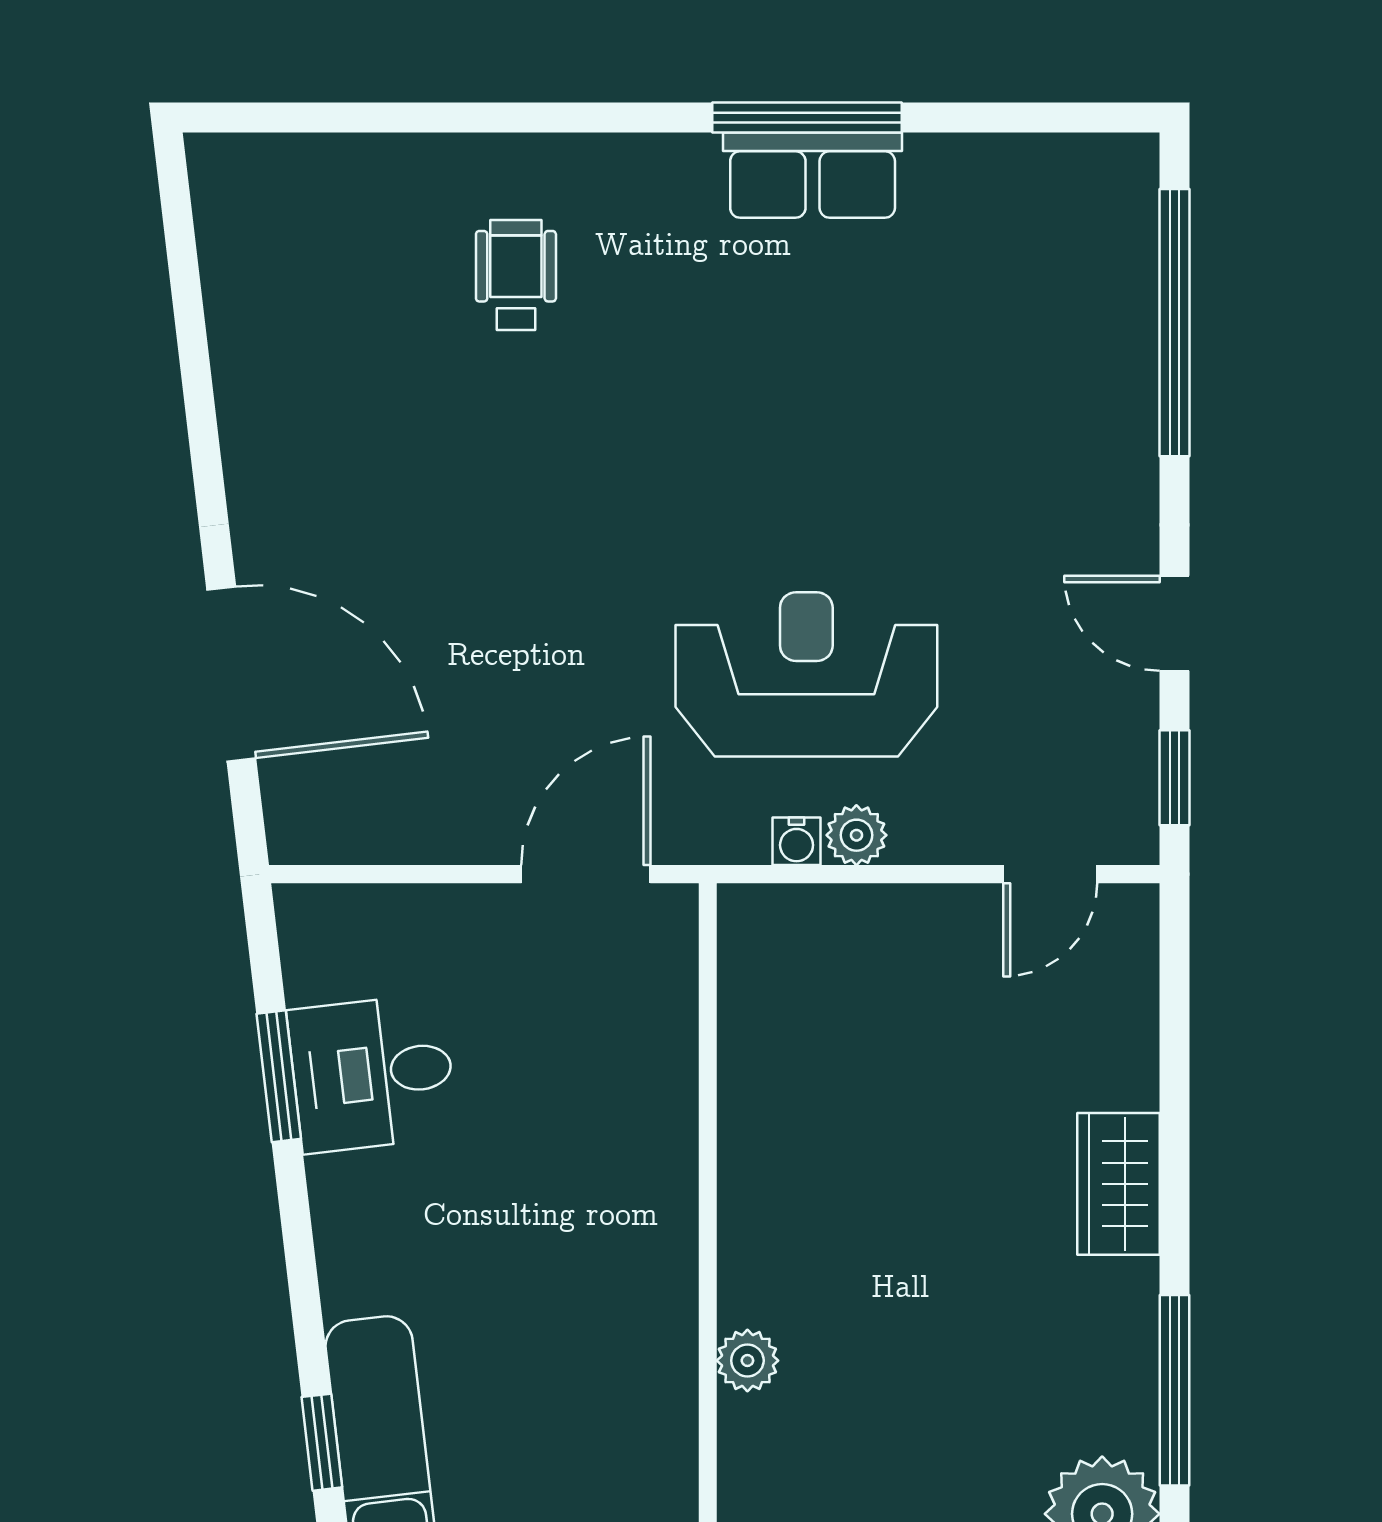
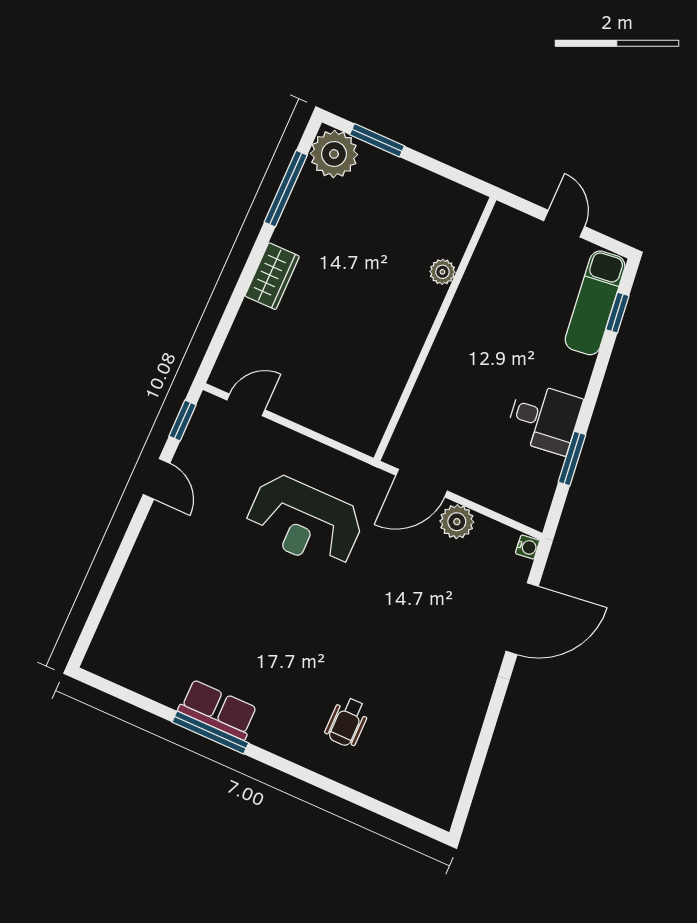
window: (1174, 323) -> (106, 593), removed
door: (231, 674) -> (522, 619), swing flipped
plant: (856, 835) -> (457, 522), moved, width x1.38, depth x1.38
water cooler: (797, 841) -> (528, 547), moved, turned 83
desk: (372, 1073) -> (544, 418), moved

